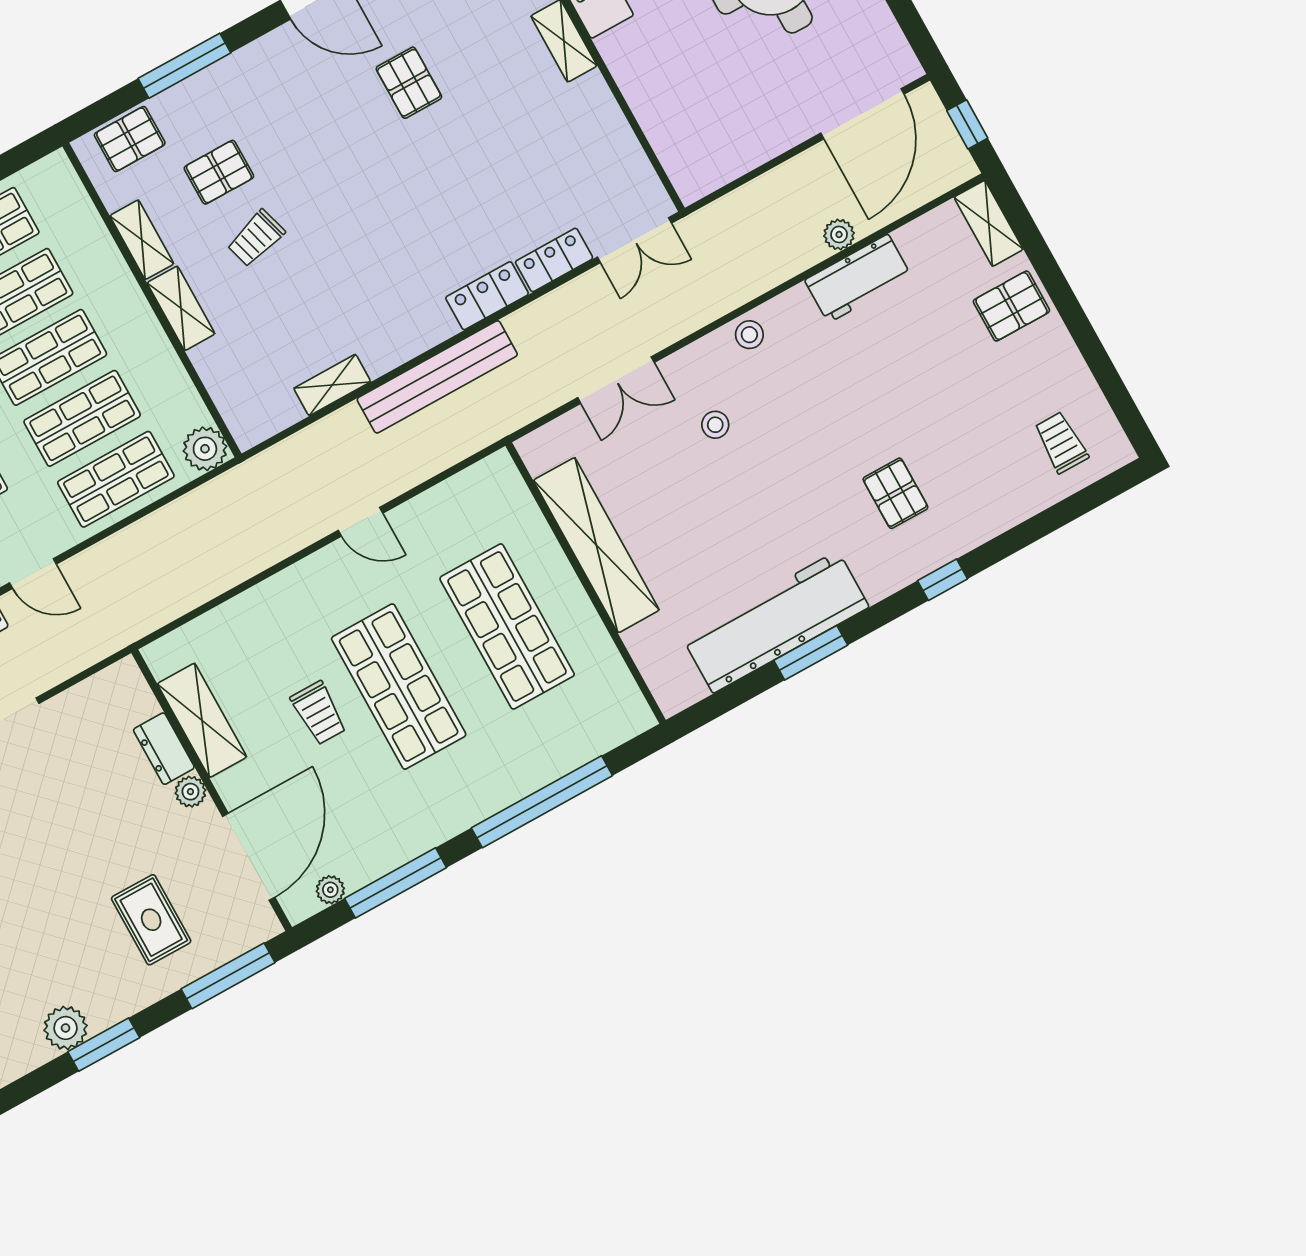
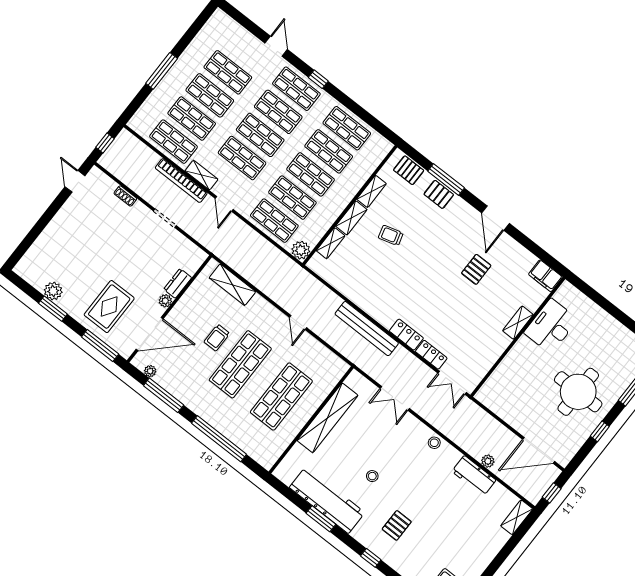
pallet: (219, 172) -> (439, 194), moved
pallet: (1011, 306) -> (488, 540), removed
shelving: (332, 385) -> (331, 243), moved, turned 90
stool: (715, 425) -> (372, 476), moved
shelving: (202, 720) -> (232, 285), moved, turned 90
rug: (151, 920) -> (109, 307), width x1.36, depth x1.43

